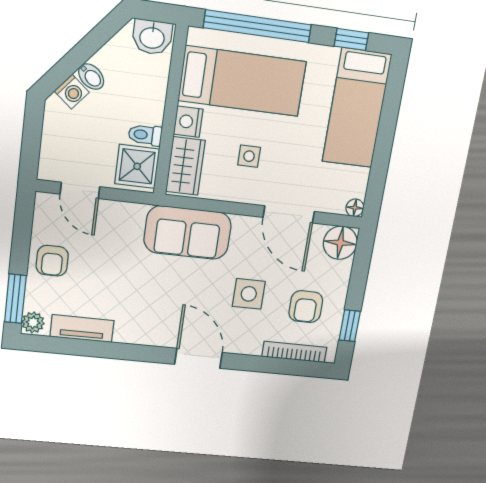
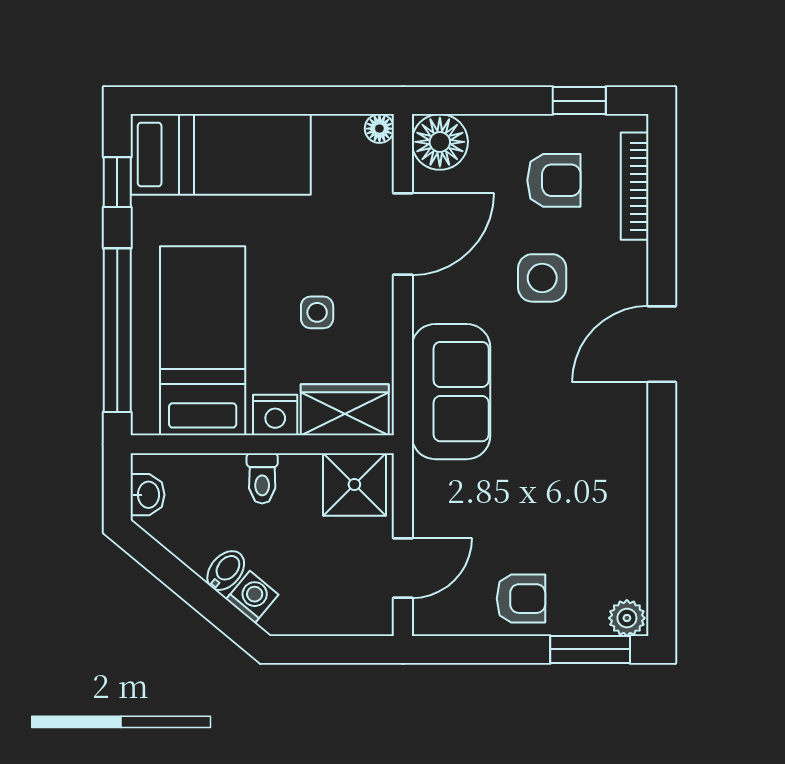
washbasin: (152, 37) -> (148, 495), width x0.72, depth x0.69
toilet: (145, 135) -> (262, 478), moved
tv unit: (82, 329) -> (629, 539), removed

